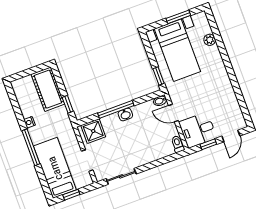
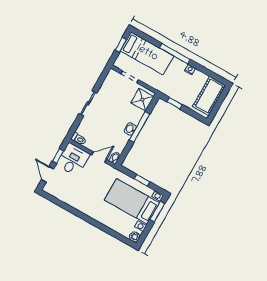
window: (178, 17) -> (157, 211), moved
plant: (210, 40) -> (134, 237), moved
window: (159, 76) -> (142, 180), moved
cot: (48, 89) -> (209, 96), moved, turned 90
sliding door: (121, 176) -> (88, 103), moved

